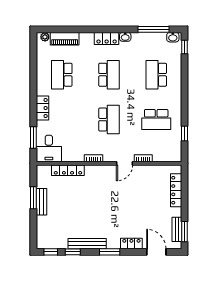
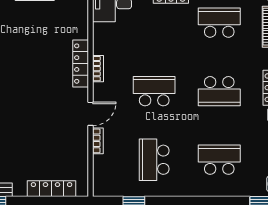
school desk: (109, 120) -> (154, 91), turned 180
door: (125, 163) -> (91, 114), swing flipped
locker: (68, 170) -> (81, 64), moved

